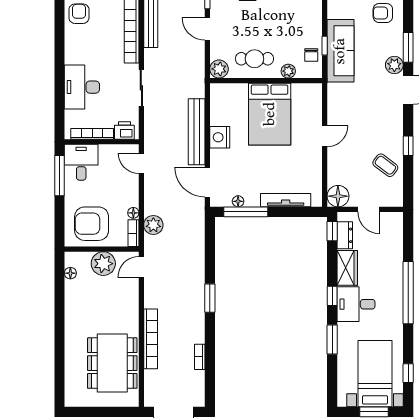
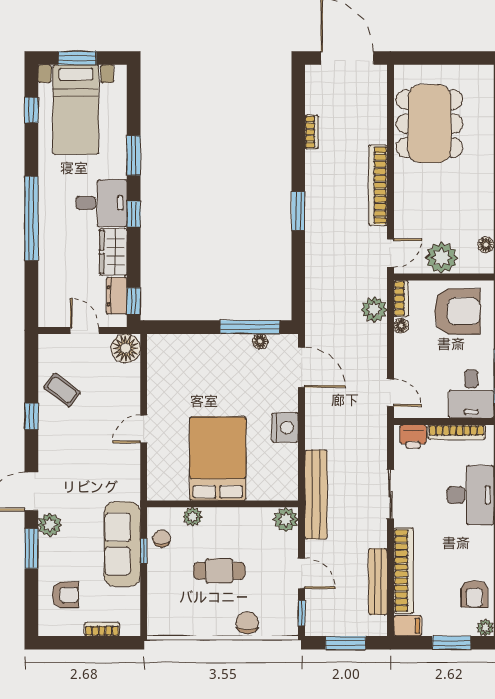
cafe table: (254, 59) -> (219, 571), moved
bench: (197, 132) -> (316, 495), moved
tv unit: (286, 200) -> (196, 343), removed
bookcase: (151, 339) -> (378, 185), moved

